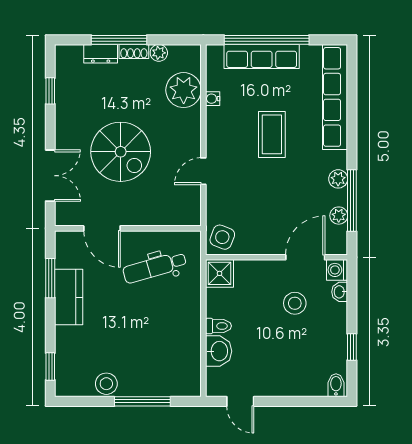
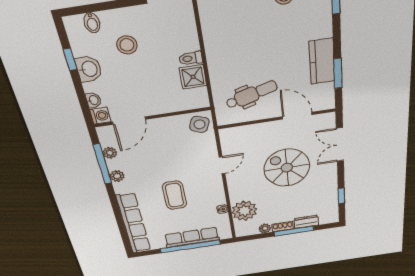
shower: (220, 273) -> (193, 77), moved
stool: (295, 303) -> (127, 45), moved
washbasin: (219, 351) -> (89, 69), moved, turned 180
bidet: (336, 385) -> (92, 23), moved

